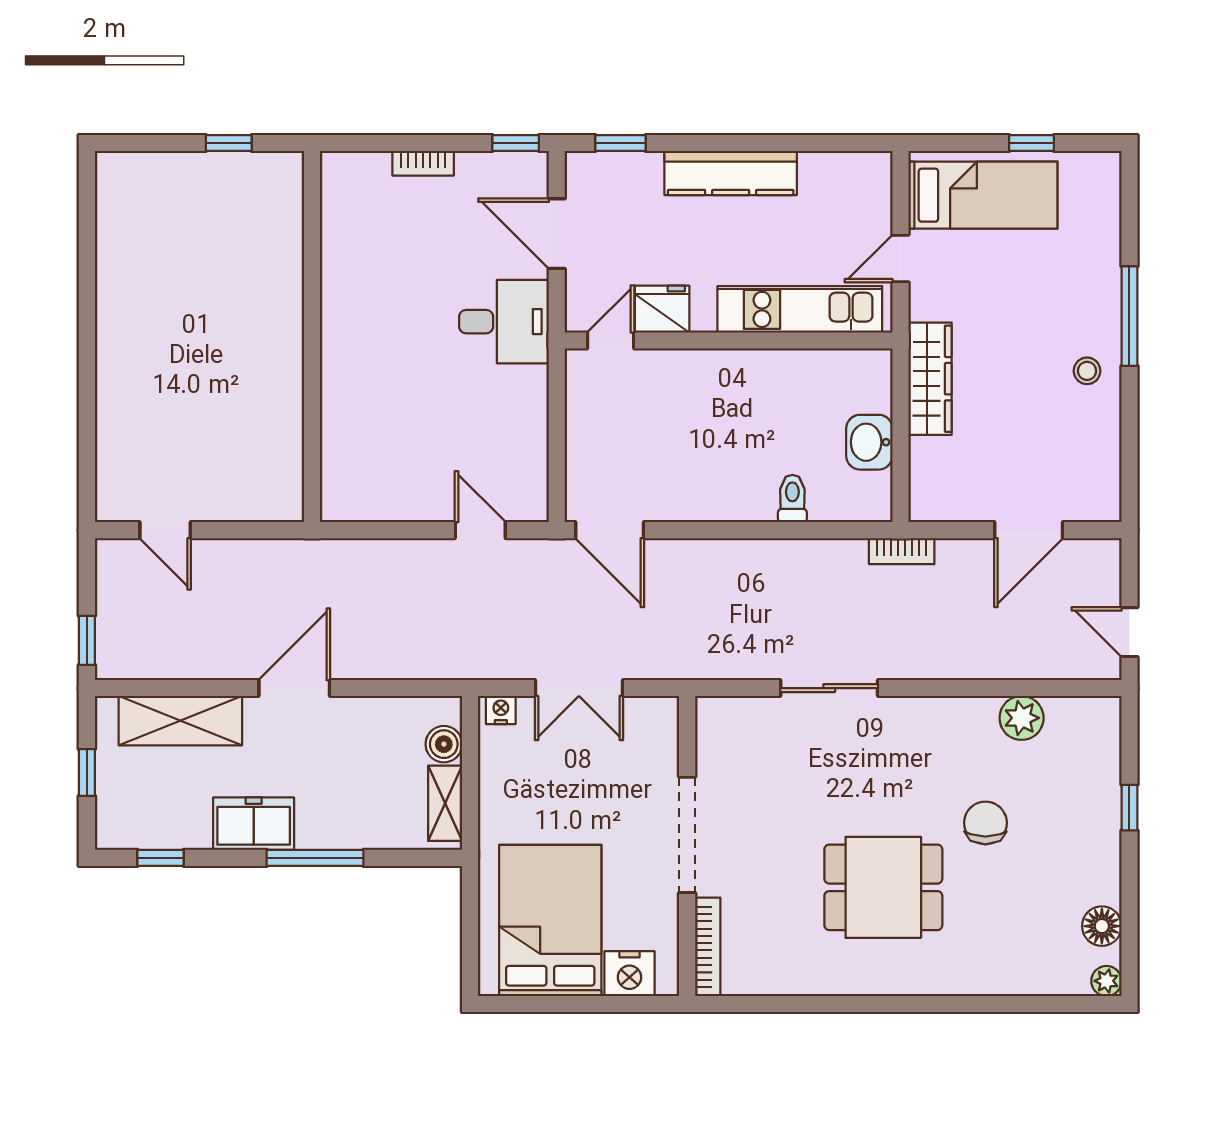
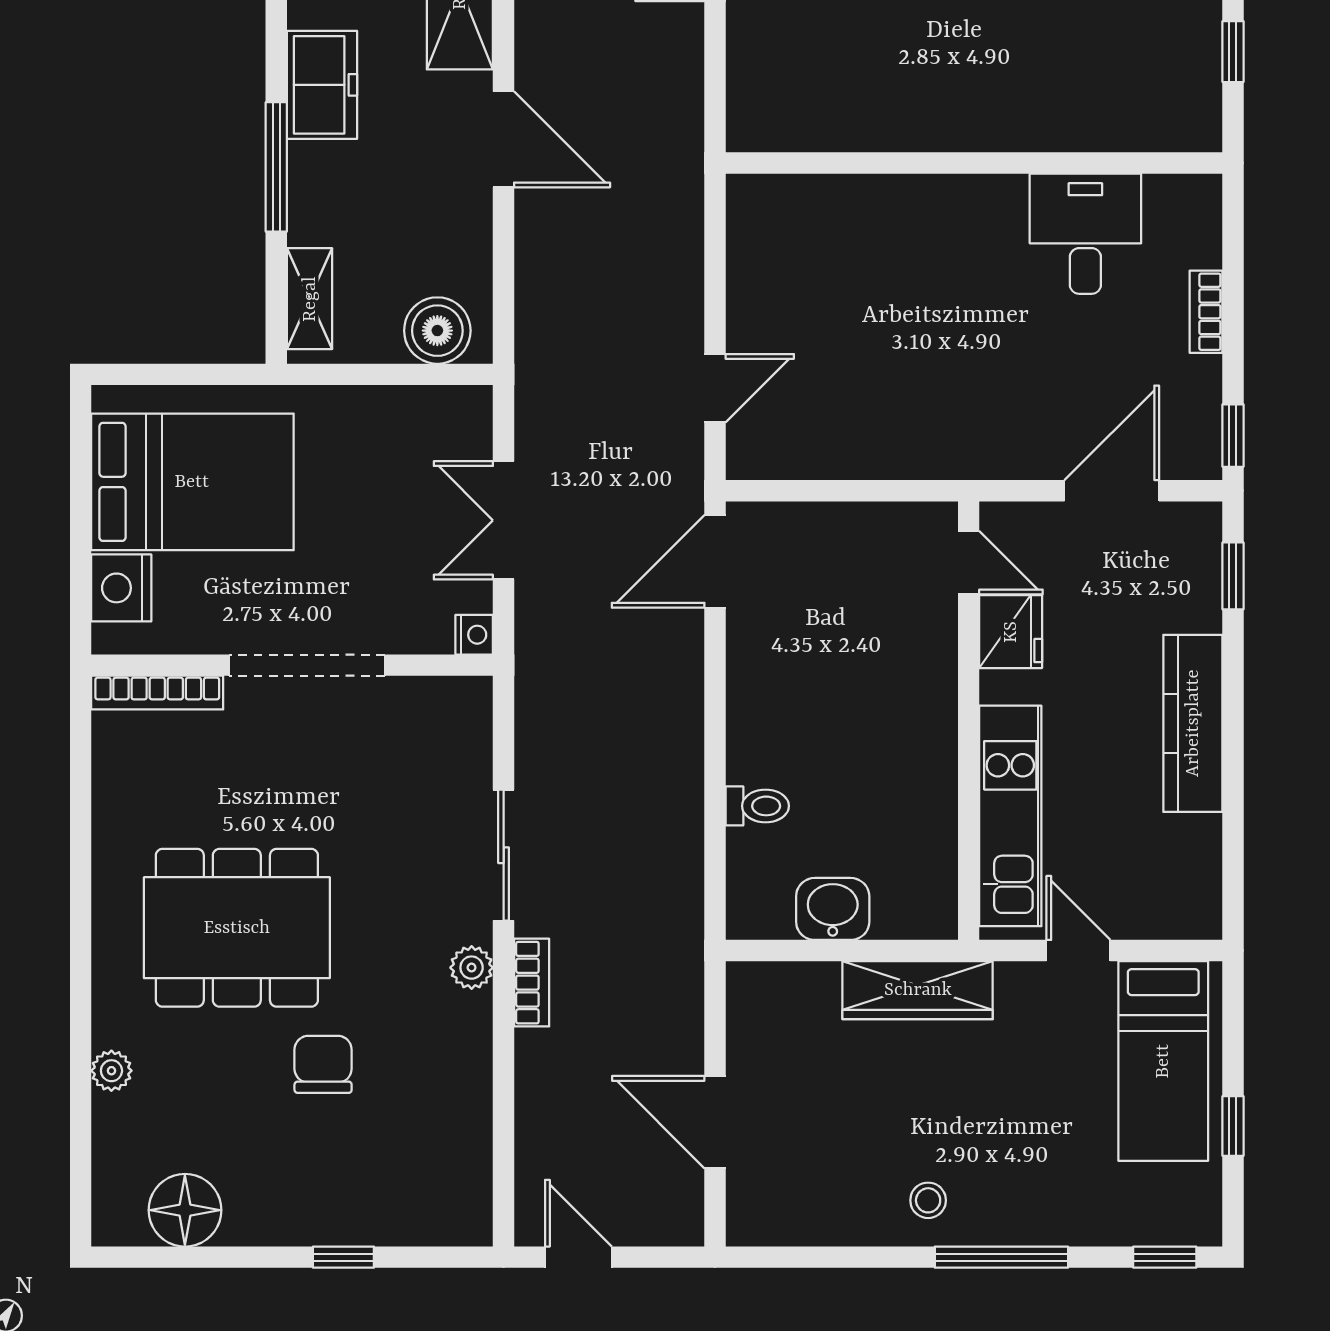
window: (1129, 194) -> (1165, 1257), added
desk: (504, 322) -> (1085, 234), moved, turned 180
bookcase: (902, 551) -> (532, 983), moved, turned 180
door: (1129, 632) -> (578, 1257), hinge flipped
nightstand: (501, 710) -> (474, 635), moved
plant: (1022, 718) -> (472, 968), moved, width x0.73, depth x0.73
boiler: (444, 744) -> (437, 331), width x1.36, depth x1.36
shelving: (445, 803) -> (310, 299), moved, turned 90
chair: (985, 823) -> (323, 1064), turned -90
dining table: (883, 887) -> (237, 928), width x1.38
floor lamp: (1102, 926) -> (185, 1210), width x1.38, depth x1.38
plant: (1106, 981) -> (111, 1071), moved

